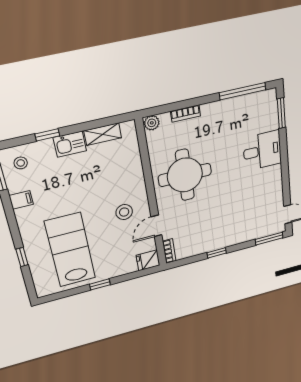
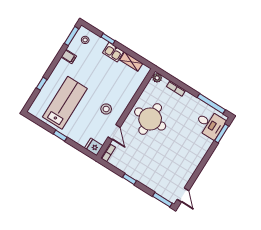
desk: (262, 151) -> (210, 124), moved
door: (156, 226) -> (114, 132), swing flipped

